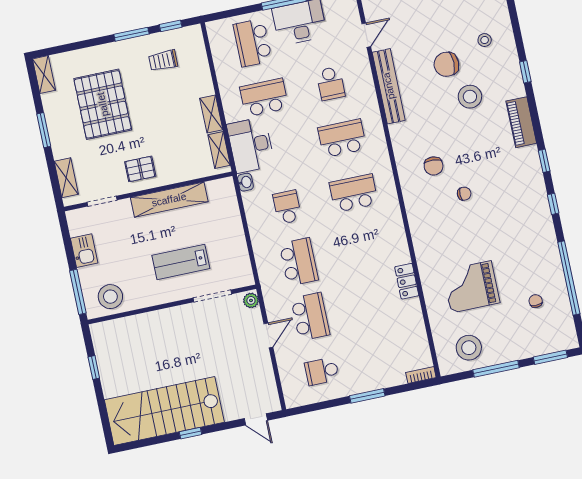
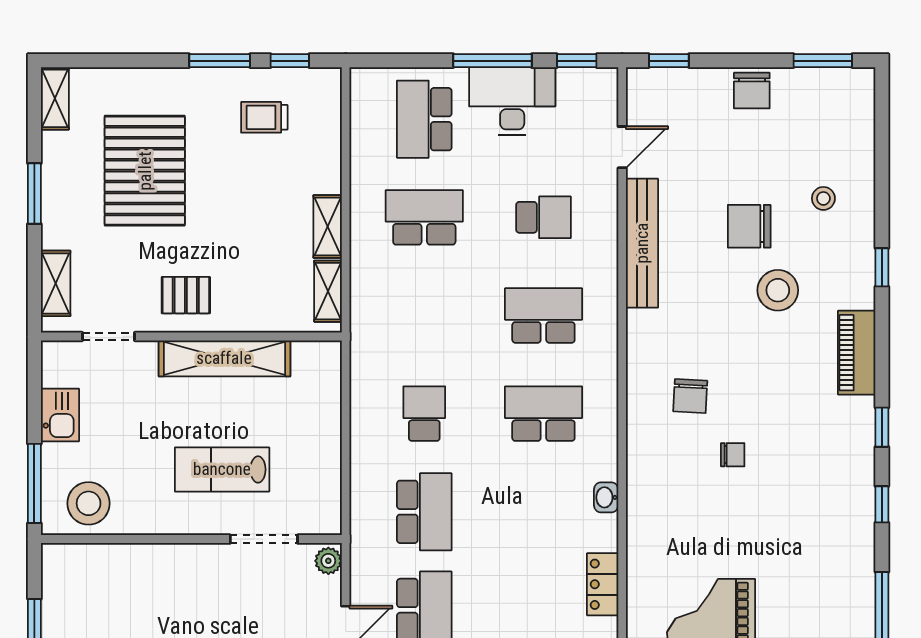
school desk: (331, 84) -> (543, 217), turned -90
desk: (251, 145) -> (384, 294), removed
washbasin: (245, 182) -> (606, 497), moved, turned 180

